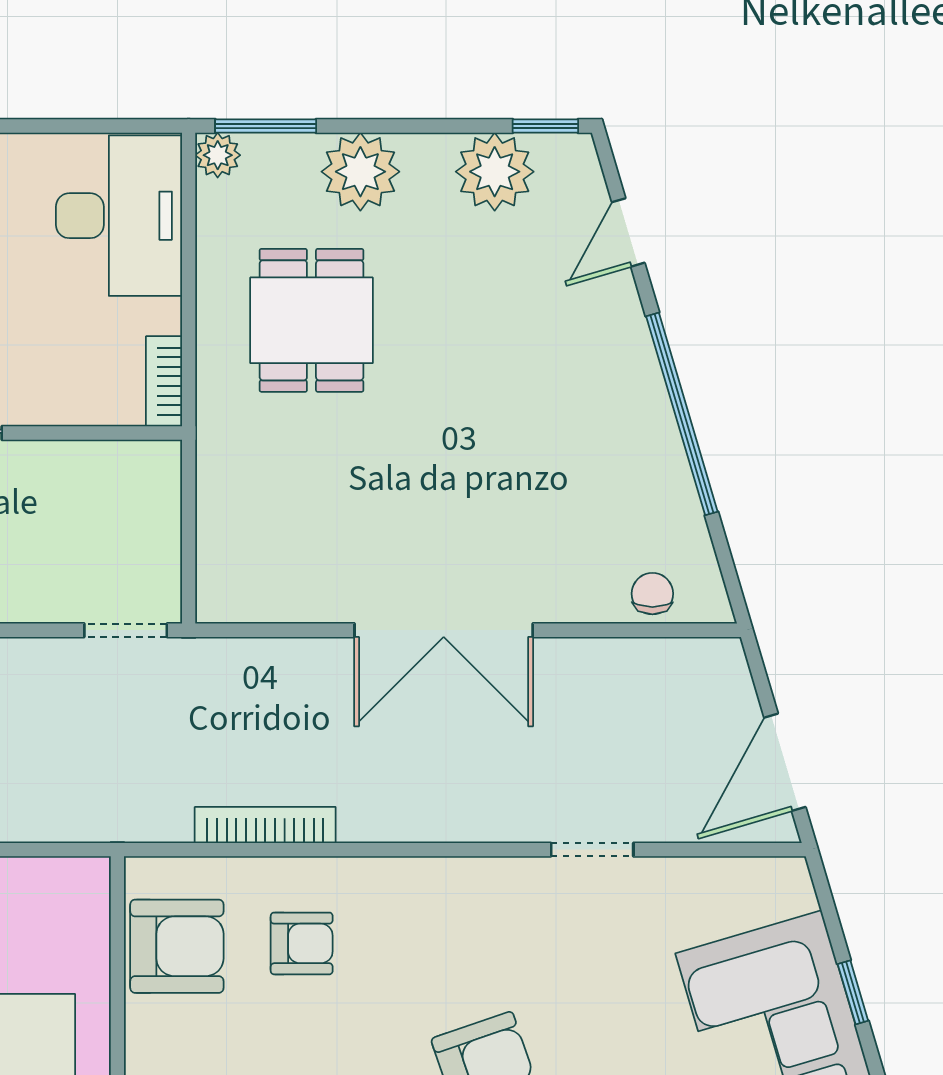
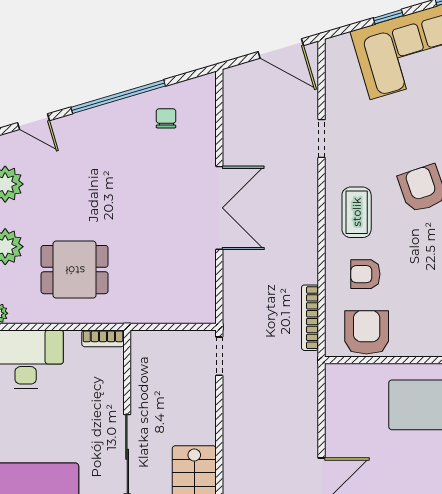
chair: (652, 594) -> (166, 118), moved, turned 90
bookcase: (265, 825) -> (310, 318), moved
coffee table: (434, 925) -> (357, 212), added
armchair: (302, 943) -> (365, 274), turned -90

